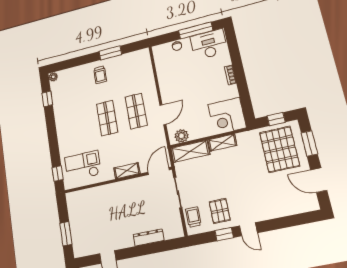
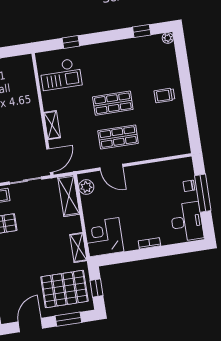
window: (196, 30) -> (203, 193), moved
window: (110, 53) -> (190, 108), removed
shelving: (222, 143) -> (78, 248), moved
checkout: (83, 166) -> (61, 74), turned 90
door: (159, 171) -> (50, 160), hinge flipped
window: (58, 173) -> (71, 42), moved

